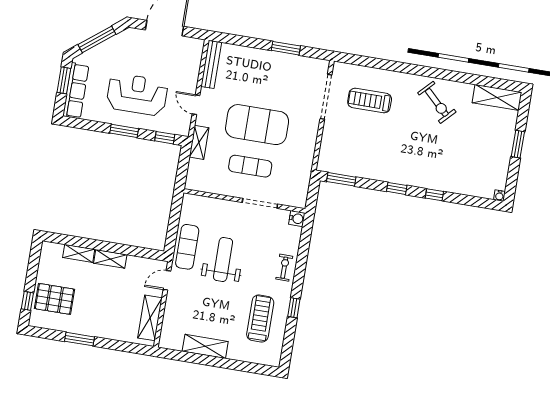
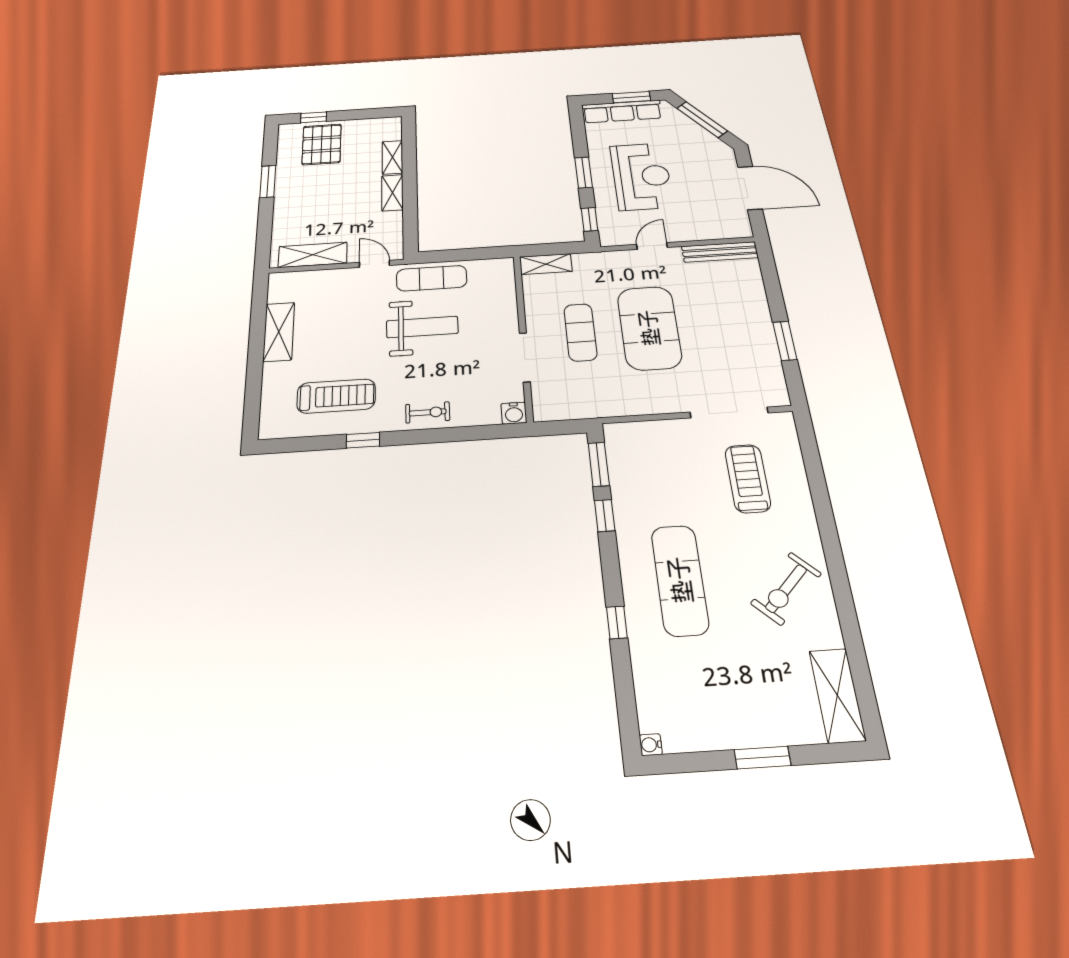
shelving: (199, 142) -> (546, 264), moved
exercise mat: (419, 156) -> (680, 580), added
window: (397, 188) -> (605, 516), moved

